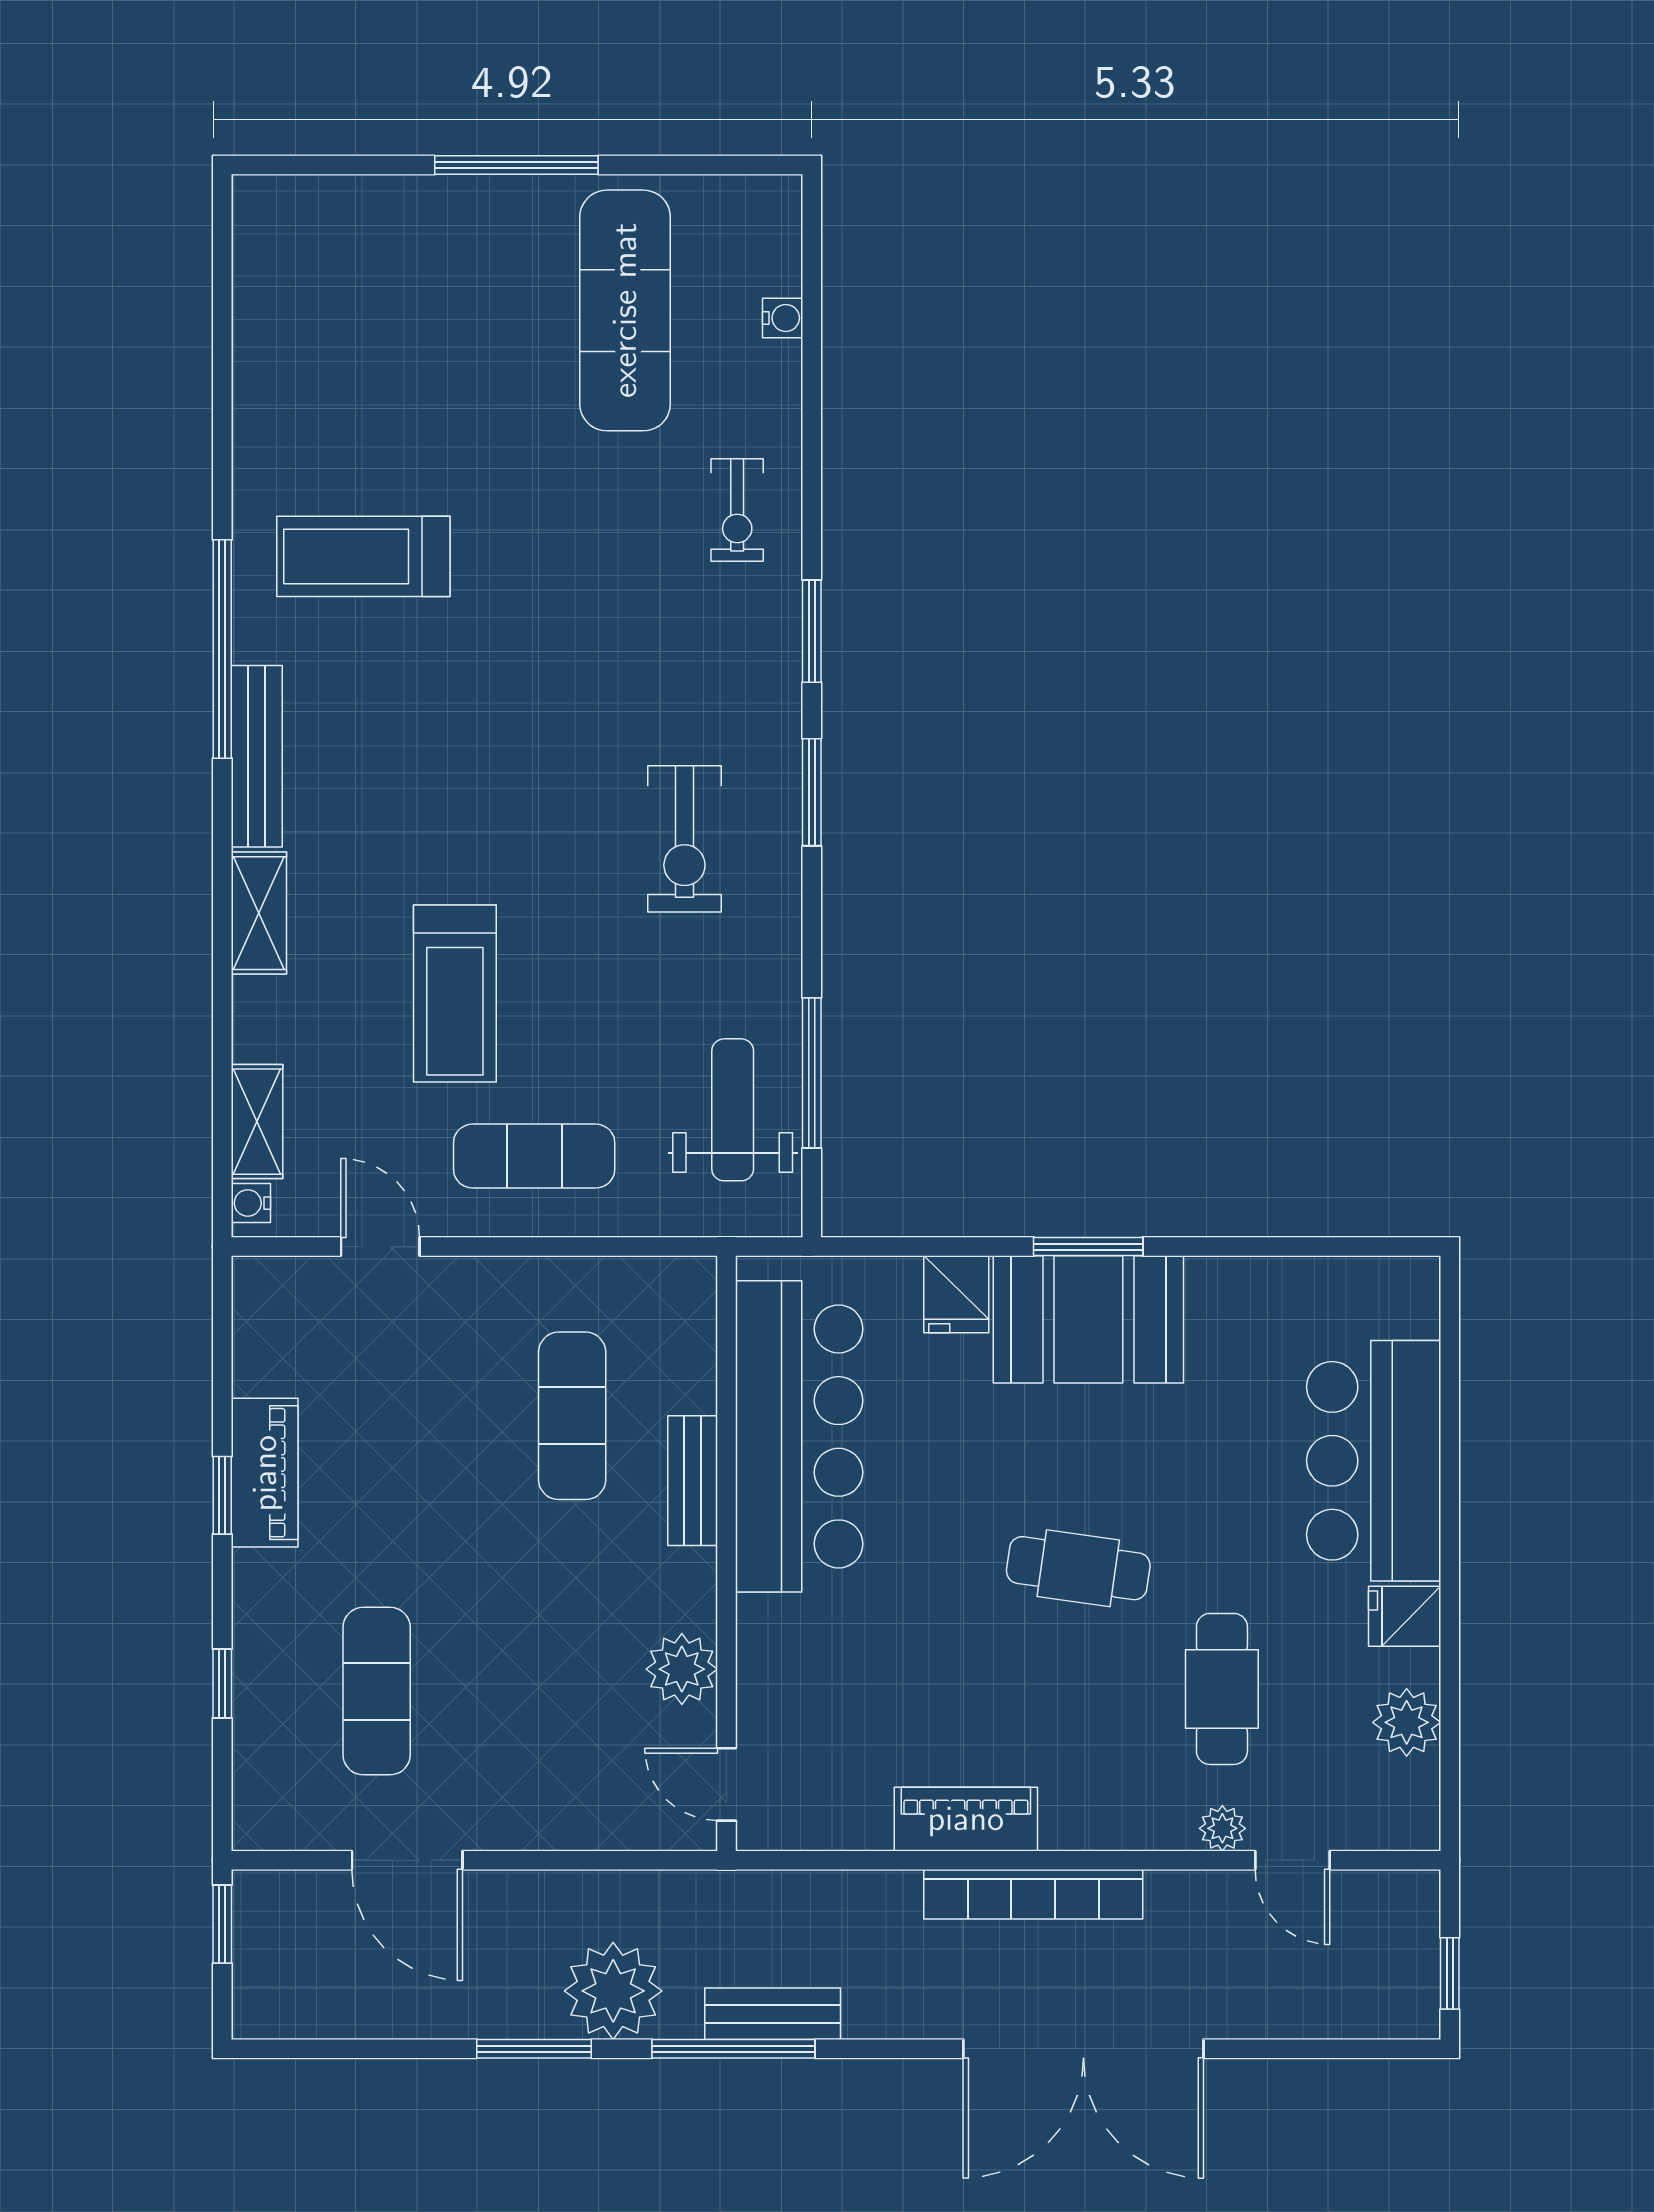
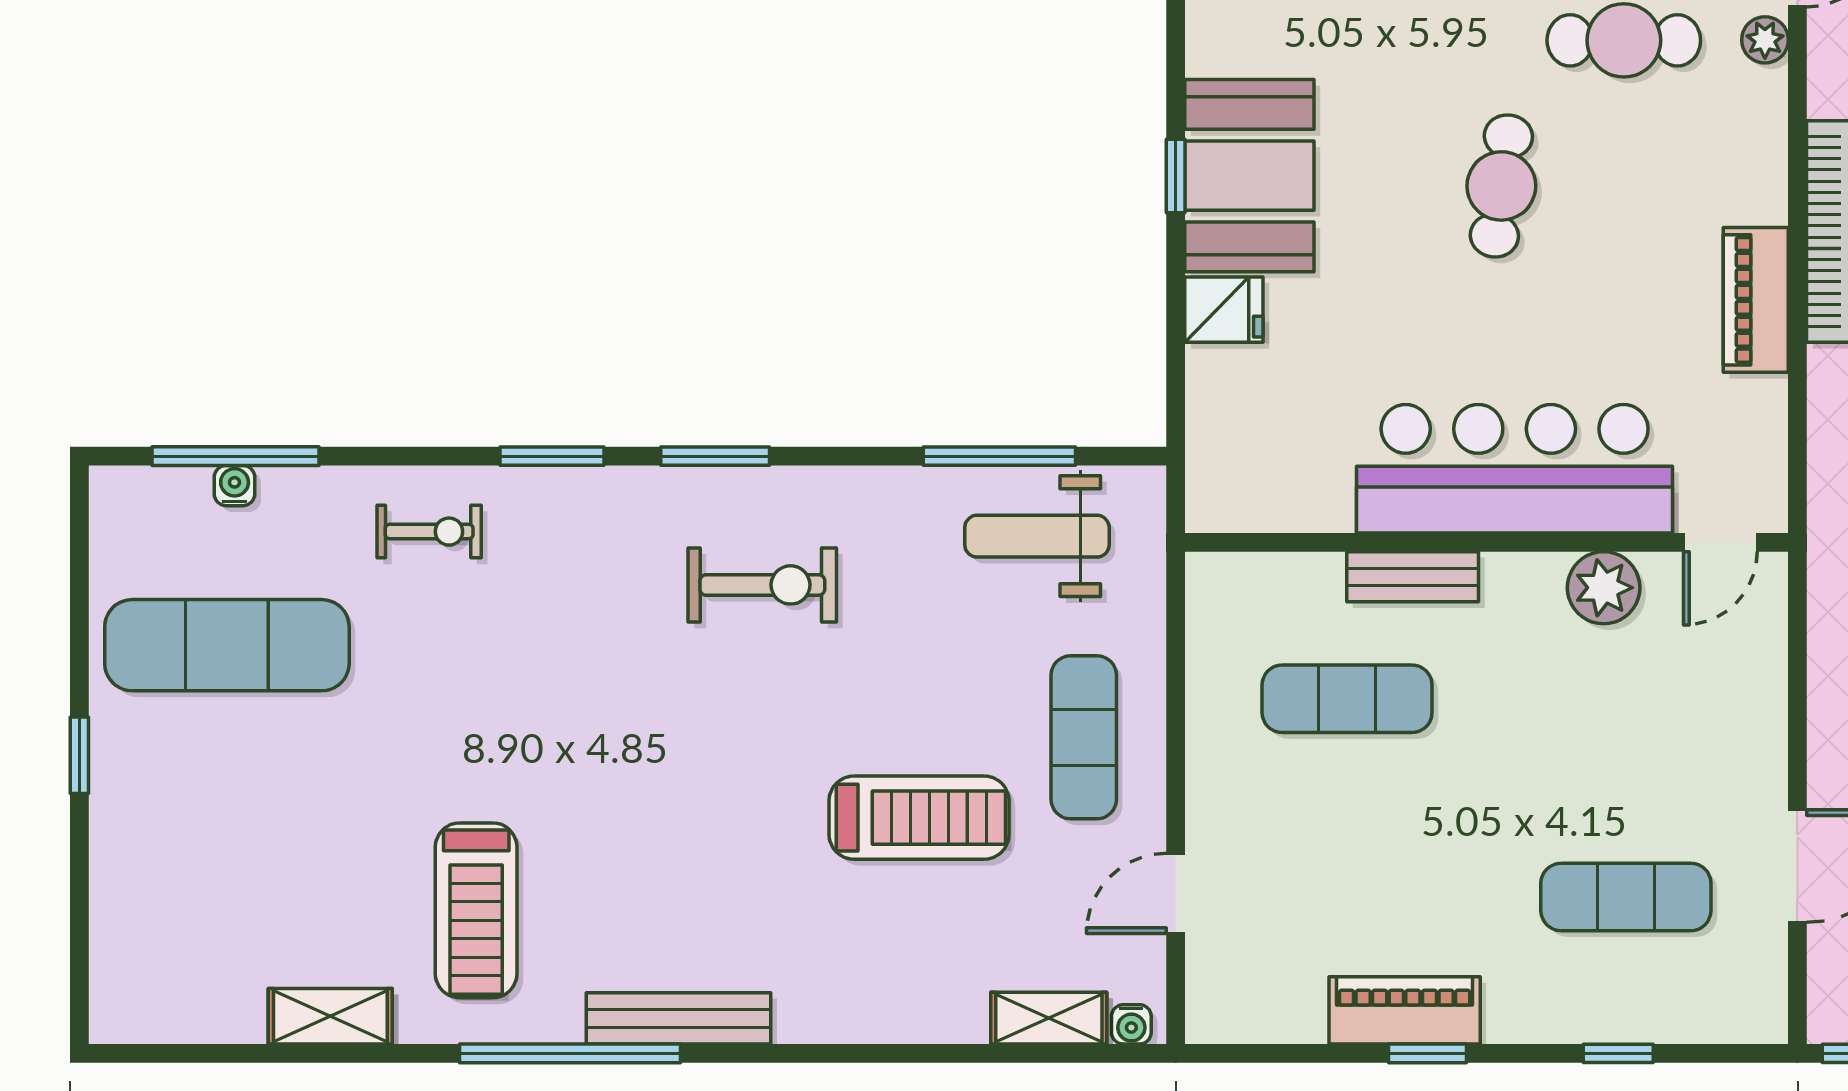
window: (516, 165) -> (79, 755), width x0.46
window: (812, 319) -> (236, 456), added
shelving: (259, 913) -> (330, 1016), moved
window: (1088, 1247) -> (1176, 176), width x0.67
bar counter: (799, 1436) -> (1515, 469), moved

